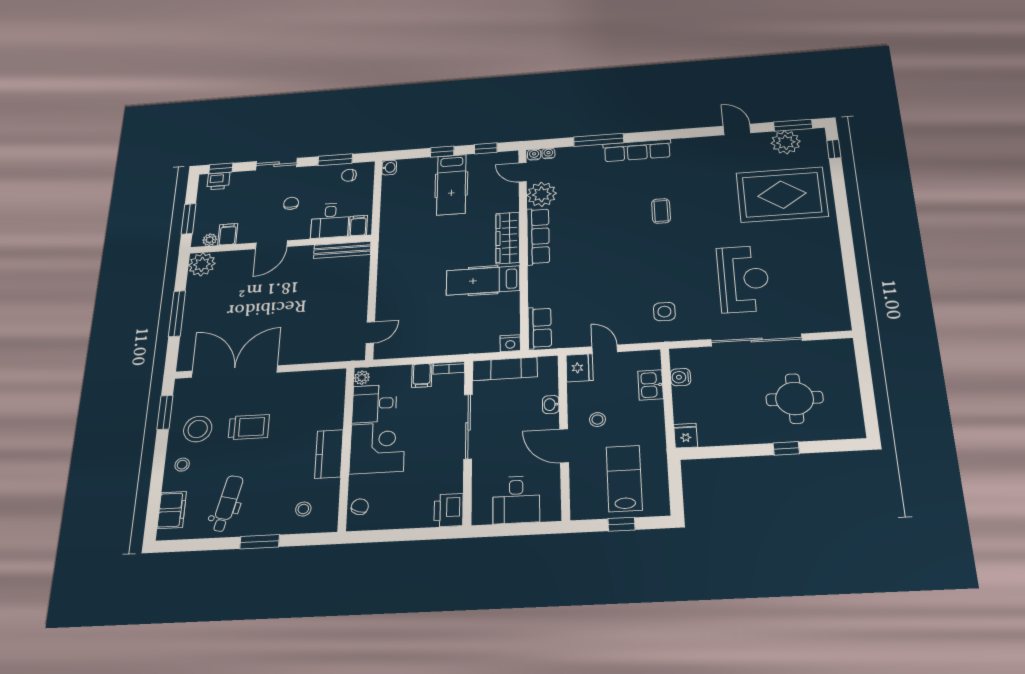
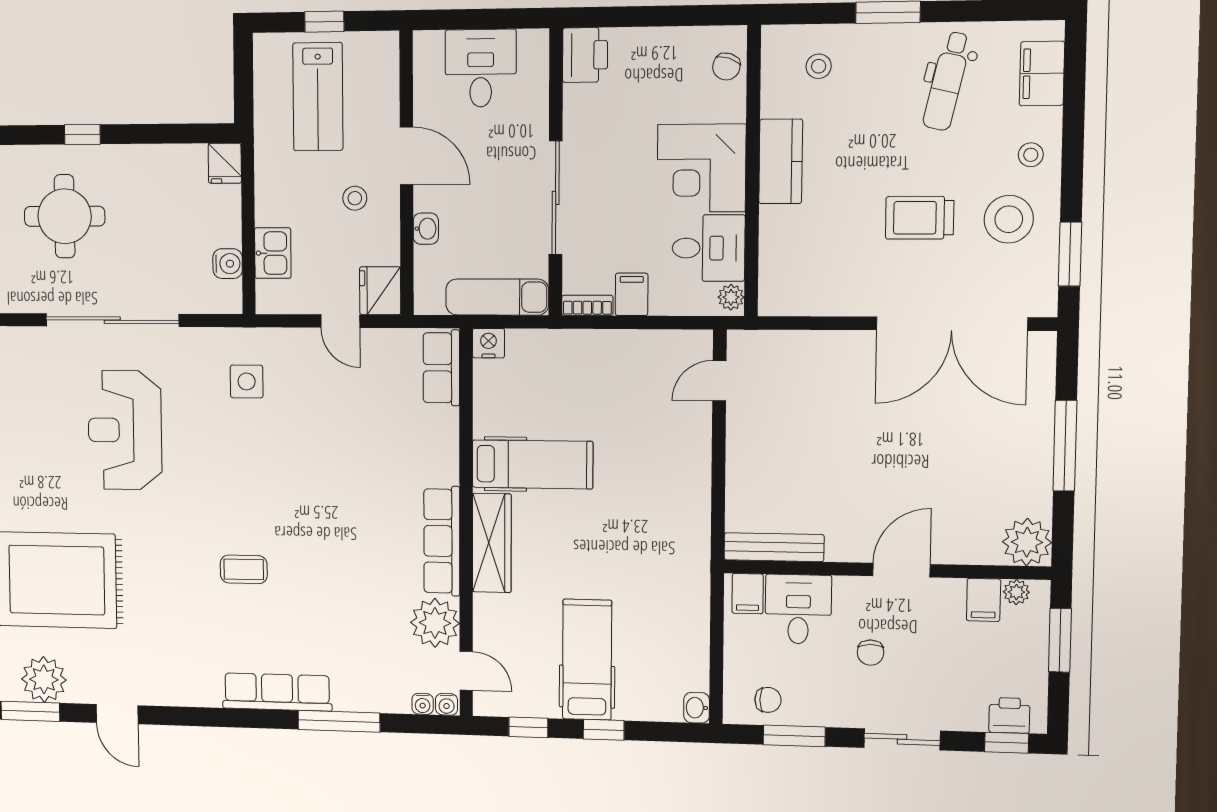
coffee table: (661, 211) -> (244, 569), turned 90

